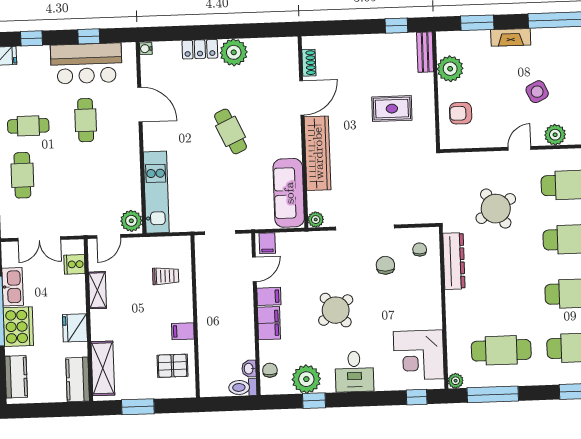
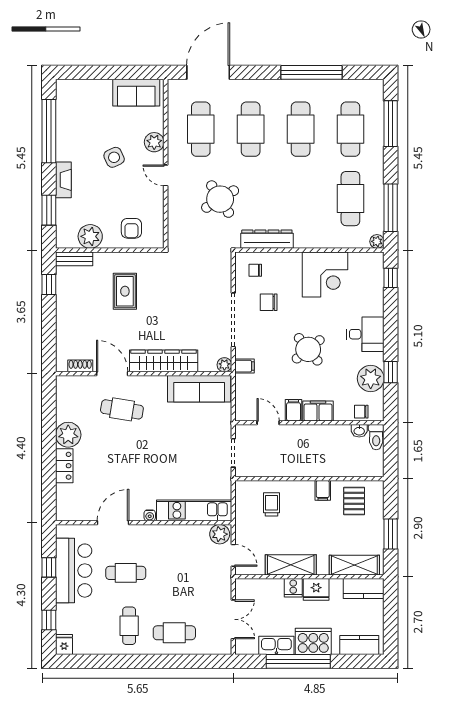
water cooler: (146, 49) -> (150, 515), moved
cafe table: (231, 131) -> (122, 409), moved, turned 34
filing cabinet: (267, 243) -> (245, 366), moved
cooker: (74, 264) -> (293, 588), moved
shelving: (98, 290) -> (291, 565), width x1.50, depth x1.33
corner desk: (419, 355) -> (325, 274), moved

